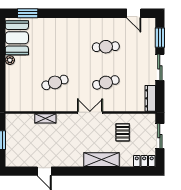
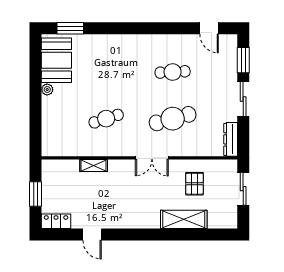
cafe table: (106, 82) -> (173, 119), width x1.37, depth x1.35
double door: (90, 112) -> (152, 158), swing flipped
shelving: (102, 160) -> (184, 219), moved
locker: (144, 161) -> (56, 221), moved

